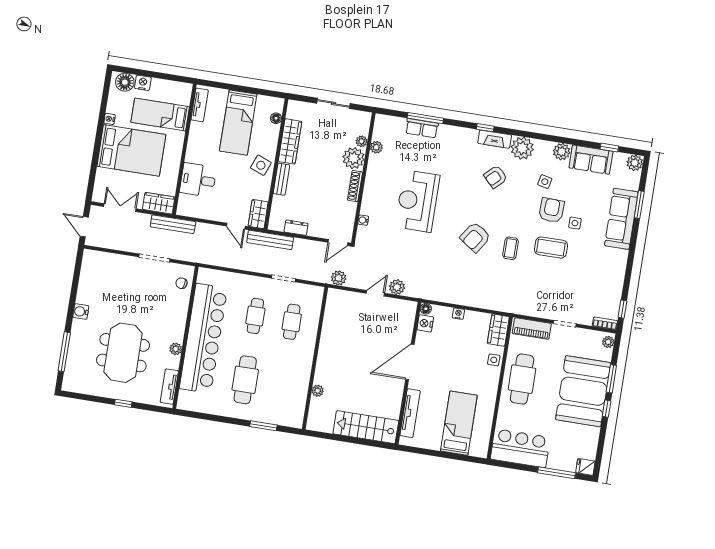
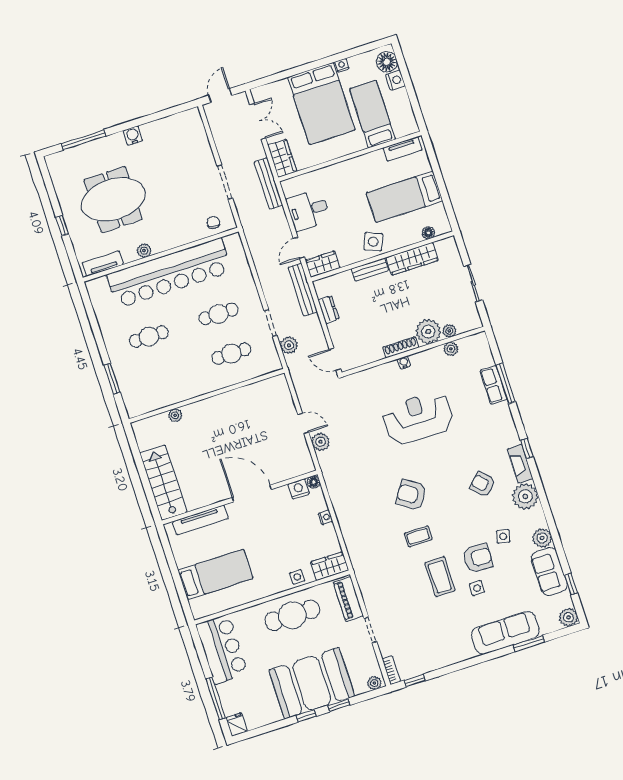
desk: (198, 180) -> (308, 210), moved, turned -90
water cooler: (363, 220) -> (404, 362), moved
plant: (339, 278) -> (289, 345), moved
window: (611, 379) -> (339, 705), width x0.67
cafe table: (245, 380) -> (149, 337), width x0.73, depth x0.74

